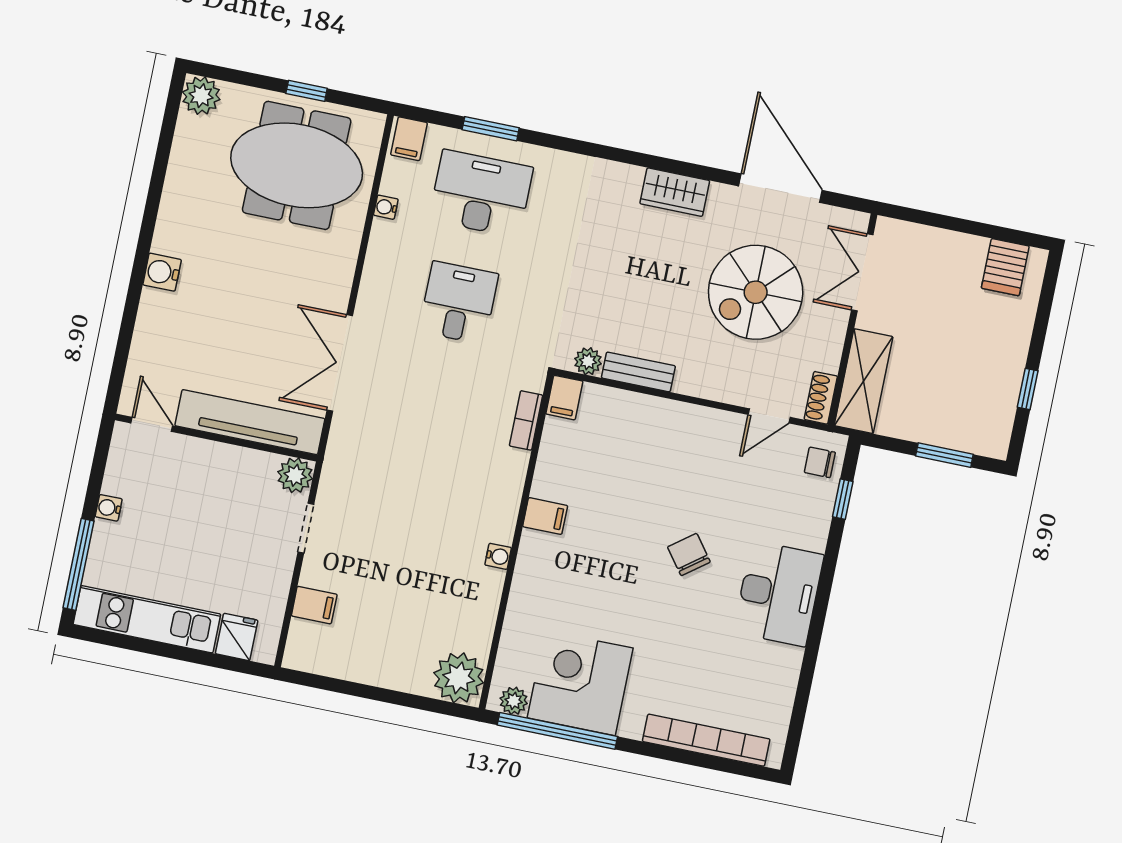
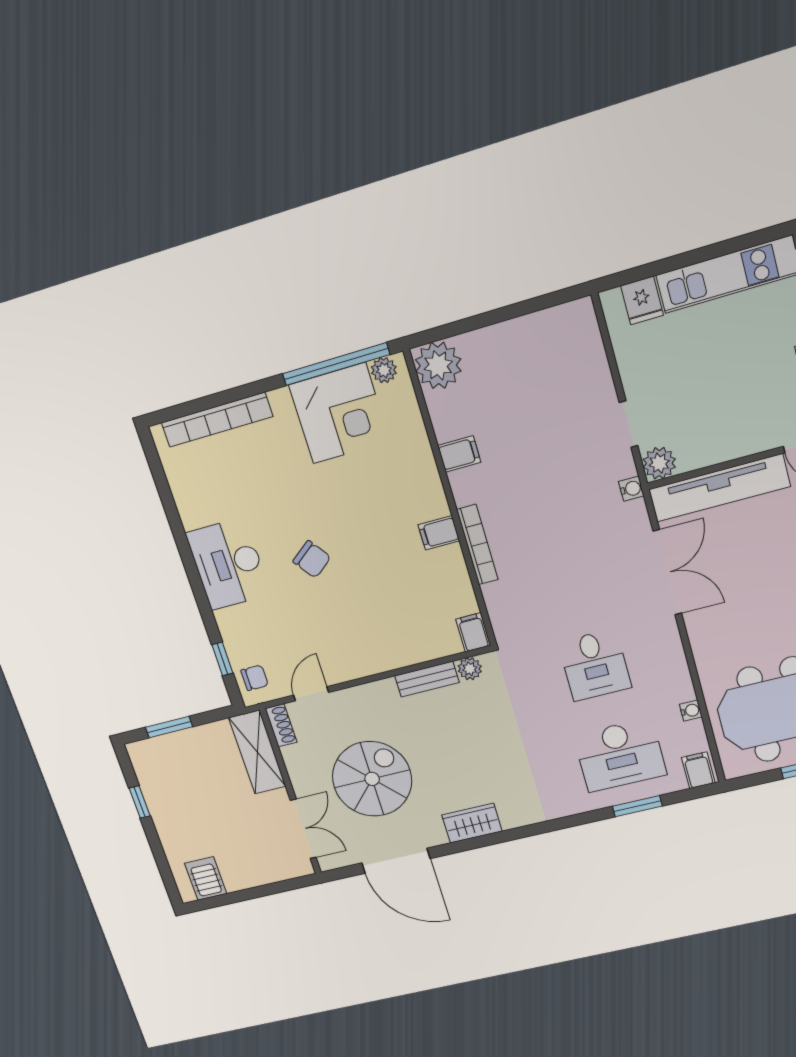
bookcase: (526, 420) -> (477, 545), moved, width x1.56
water cooler: (498, 556) -> (631, 489), moved, turned 180
filing cabinet: (314, 605) -> (459, 454), moved, turned 180

